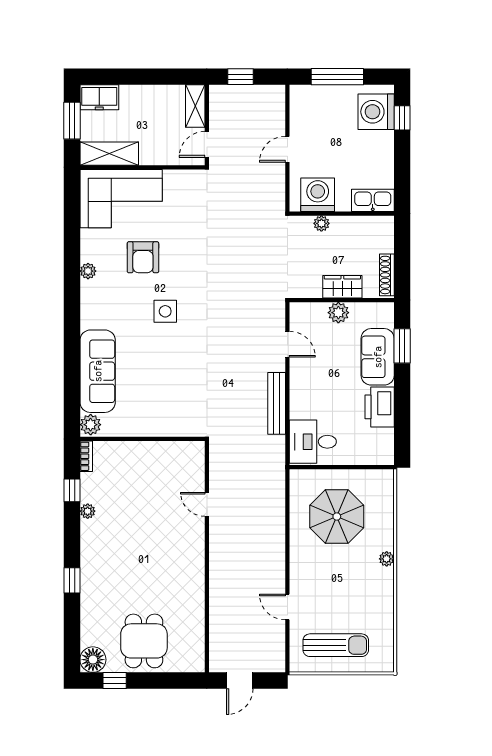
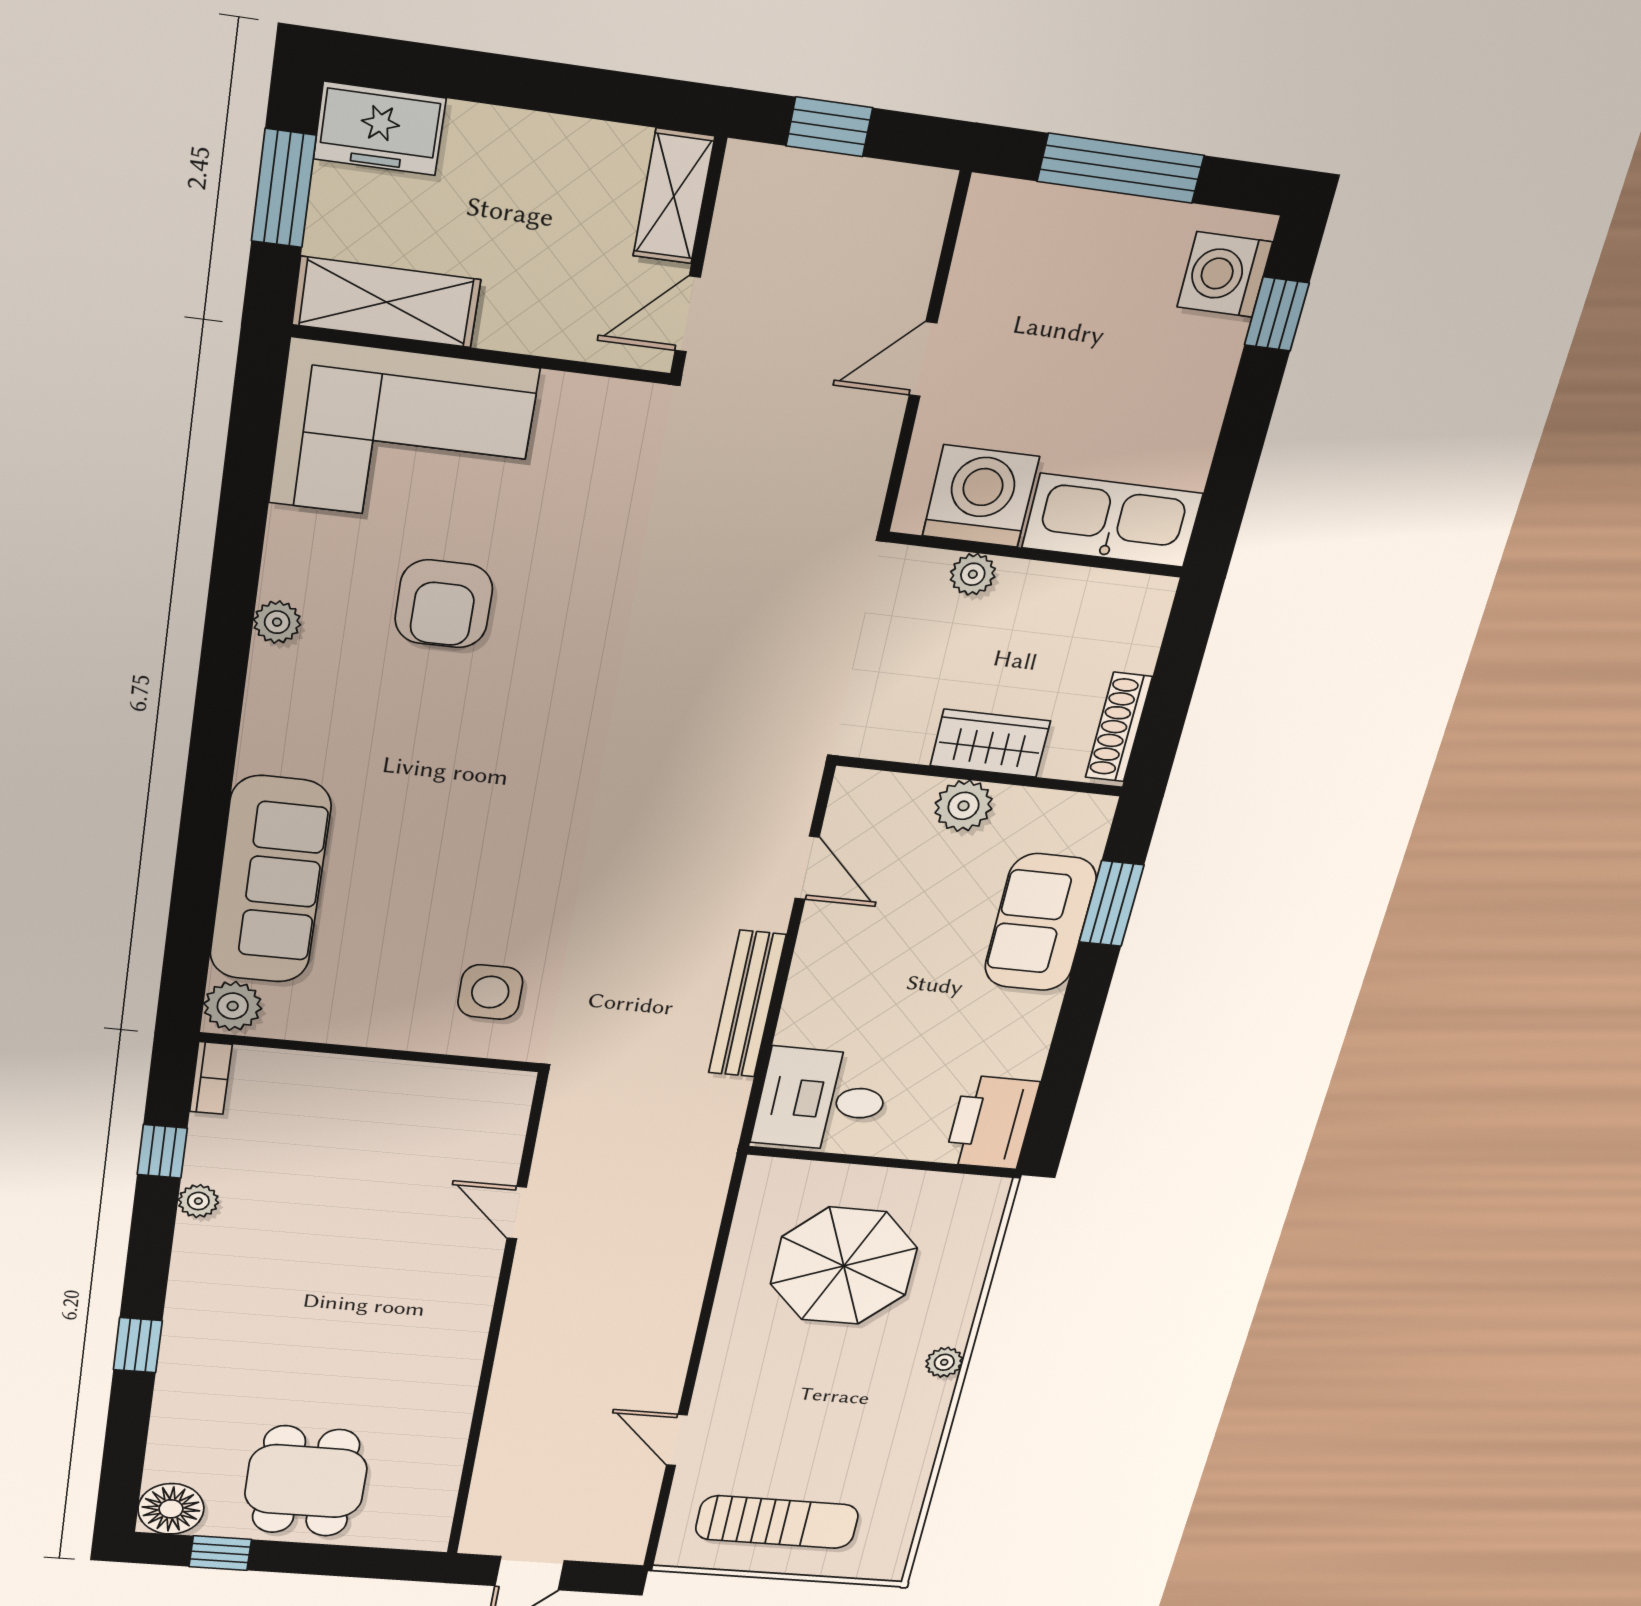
washing machine: (376, 112) -> (1225, 275), width x0.73, depth x0.73
kitchen sink: (373, 200) -> (1112, 520), width x1.36, depth x1.24
side table: (165, 311) -> (490, 992), moved
printer: (380, 407) -> (992, 1123), moved

